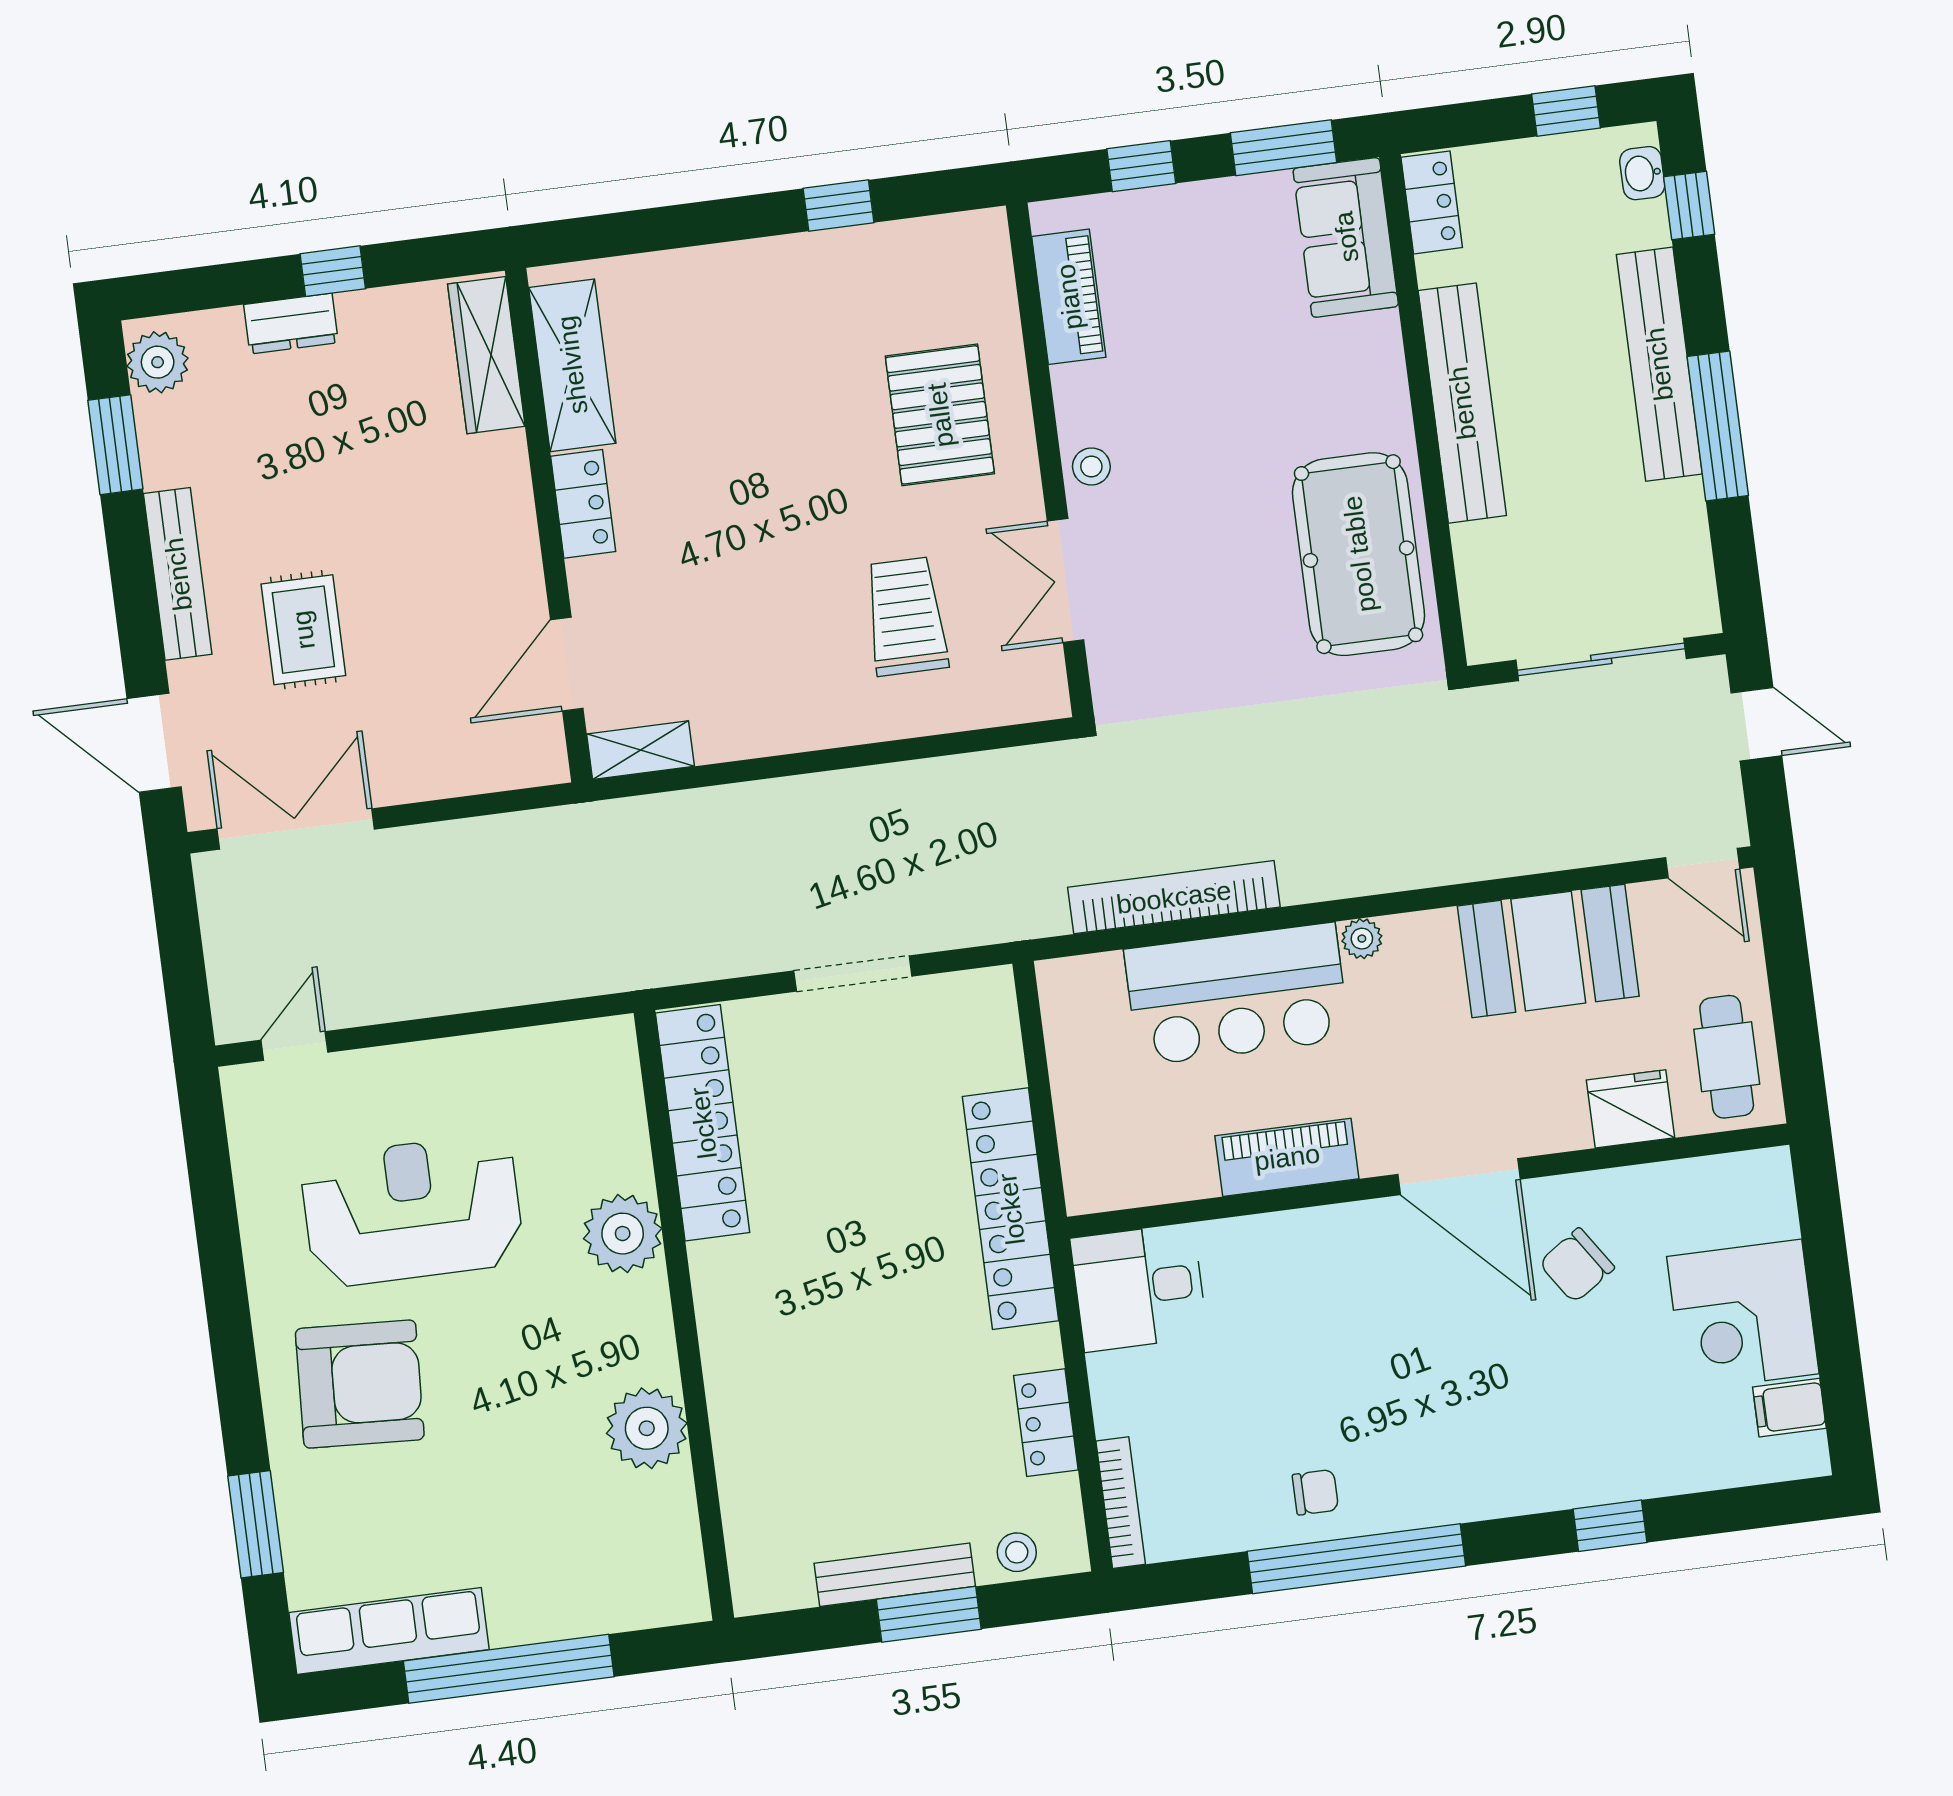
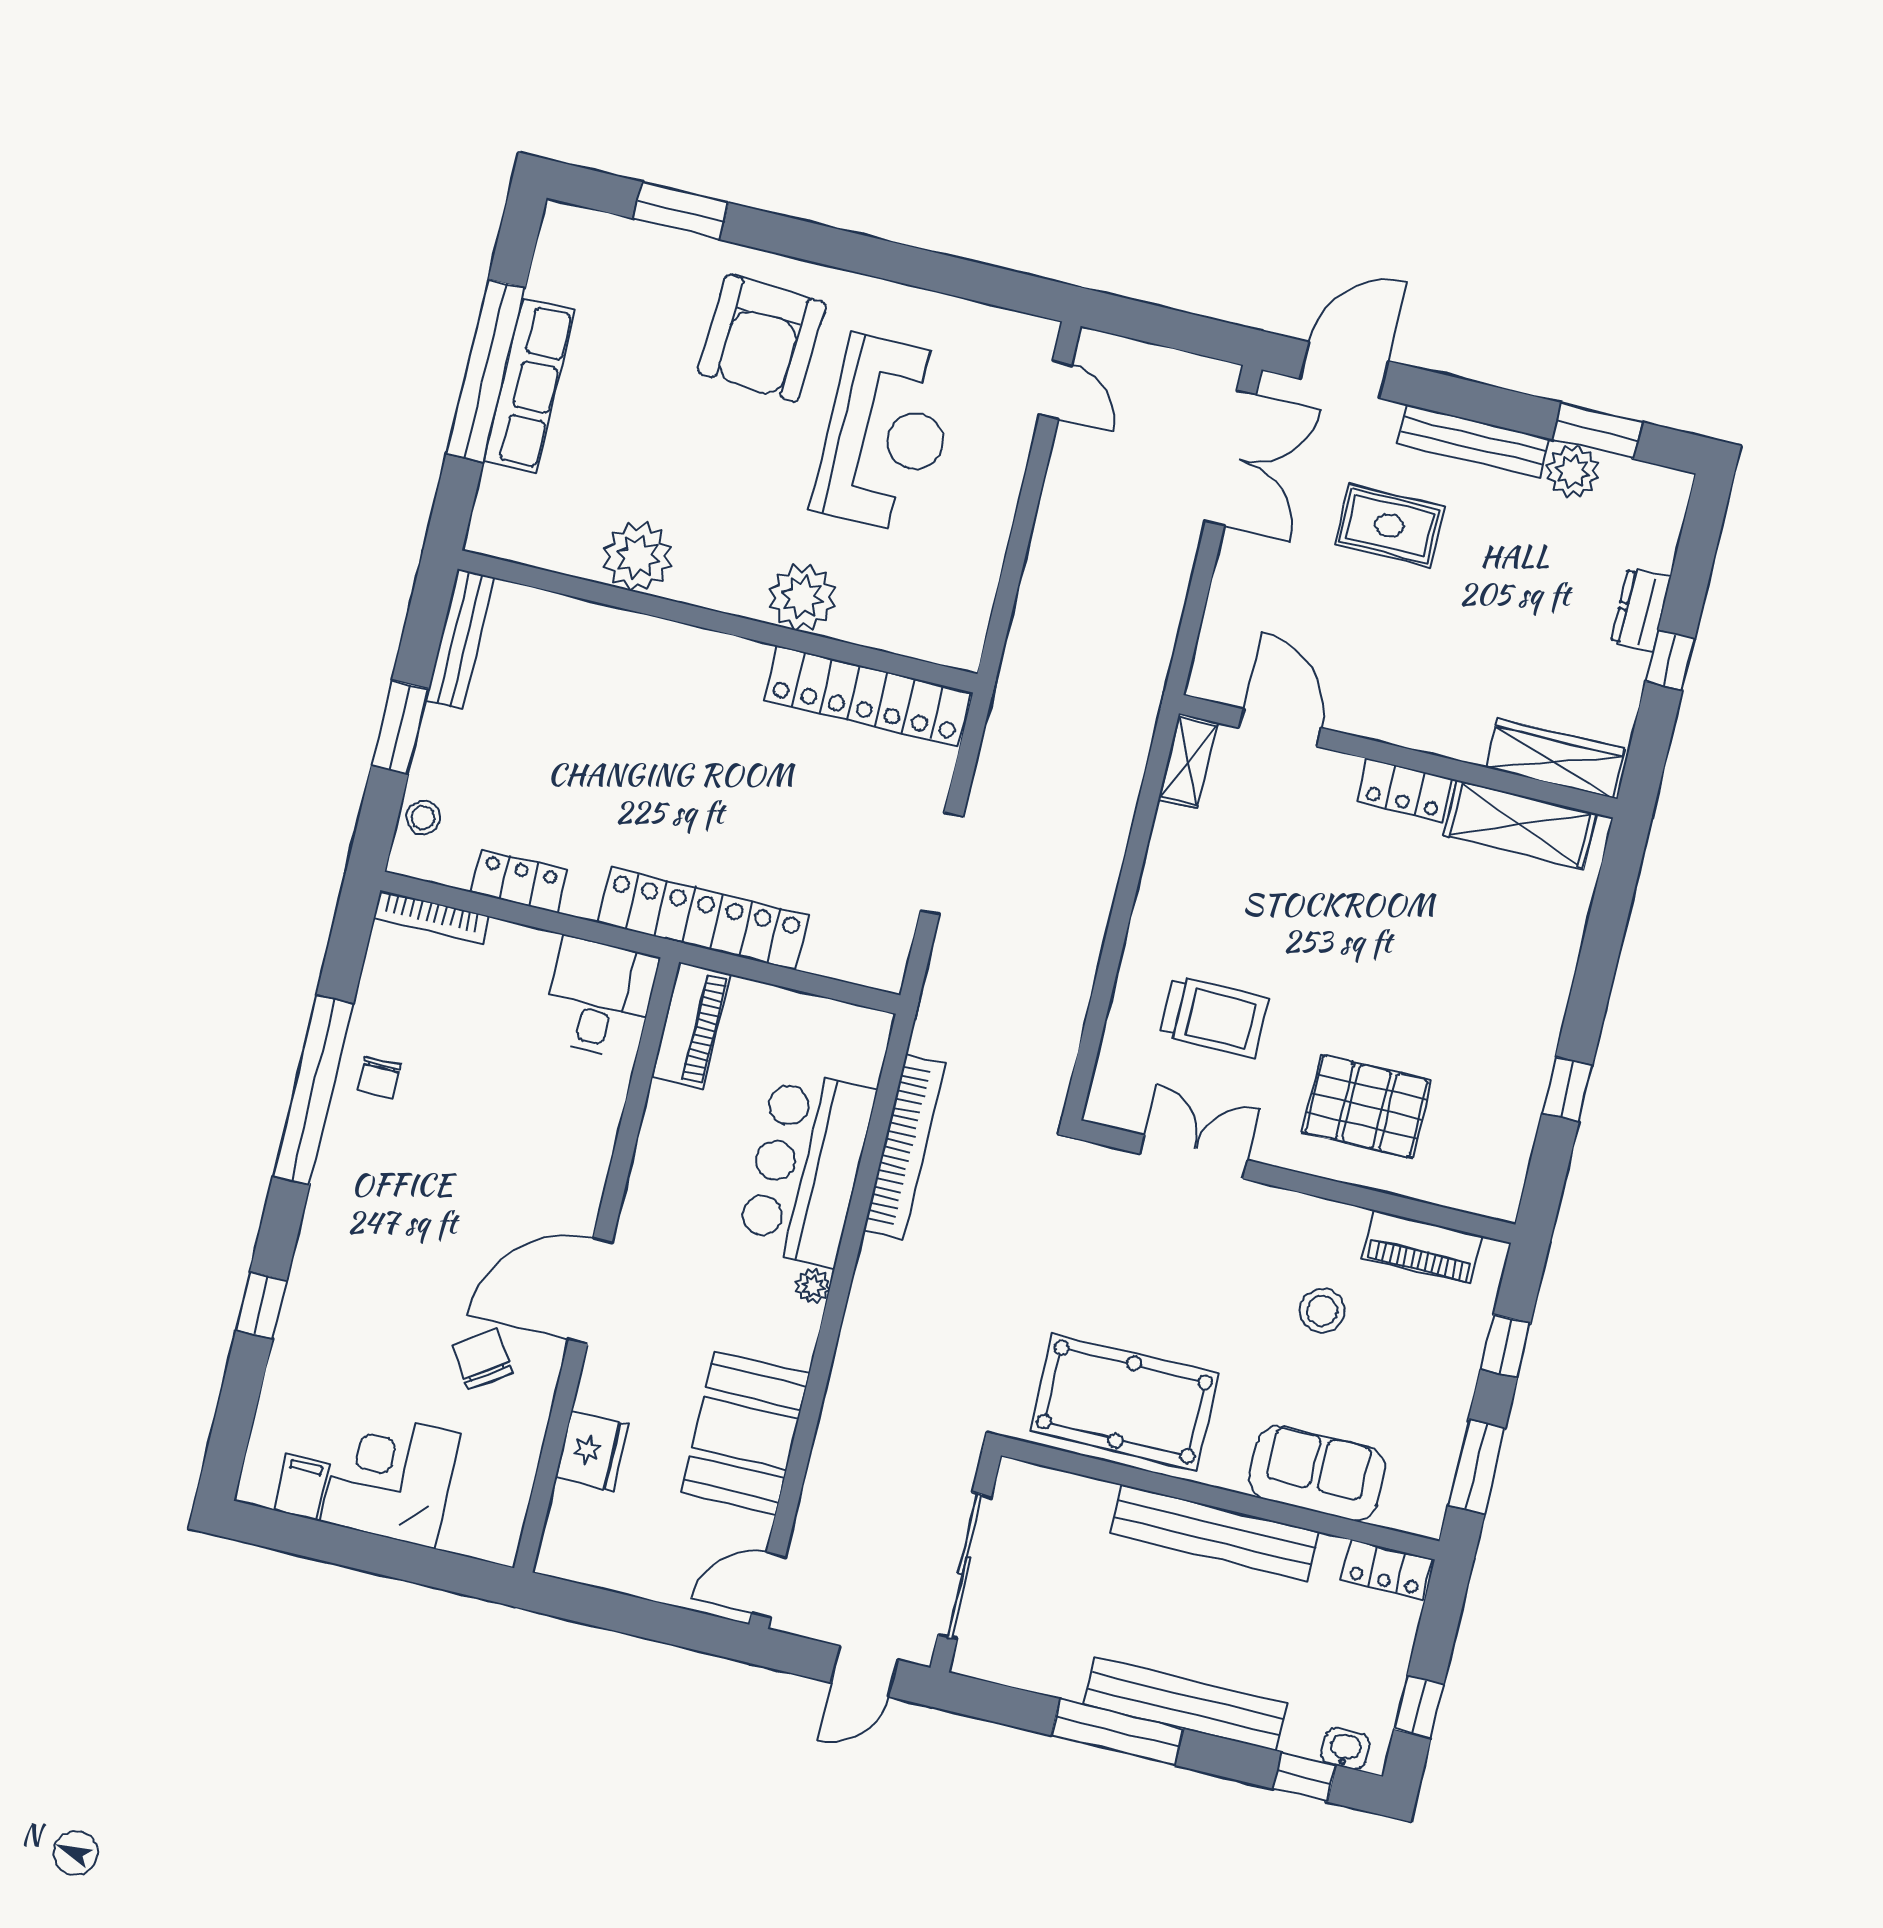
sofa: (1346, 237) -> (1317, 1473), moved
plant: (158, 362) -> (1572, 471), moved
stool: (1091, 466) -> (1322, 1311), moved, width x1.37, depth x1.37
cafe table: (1727, 1057) -> (605, 1545), removed
piano: (1287, 1157) -> (691, 1025), moved
bench: (895, 1575) -> (460, 639), moved
row of seats: (389, 1631) -> (529, 386), moved

